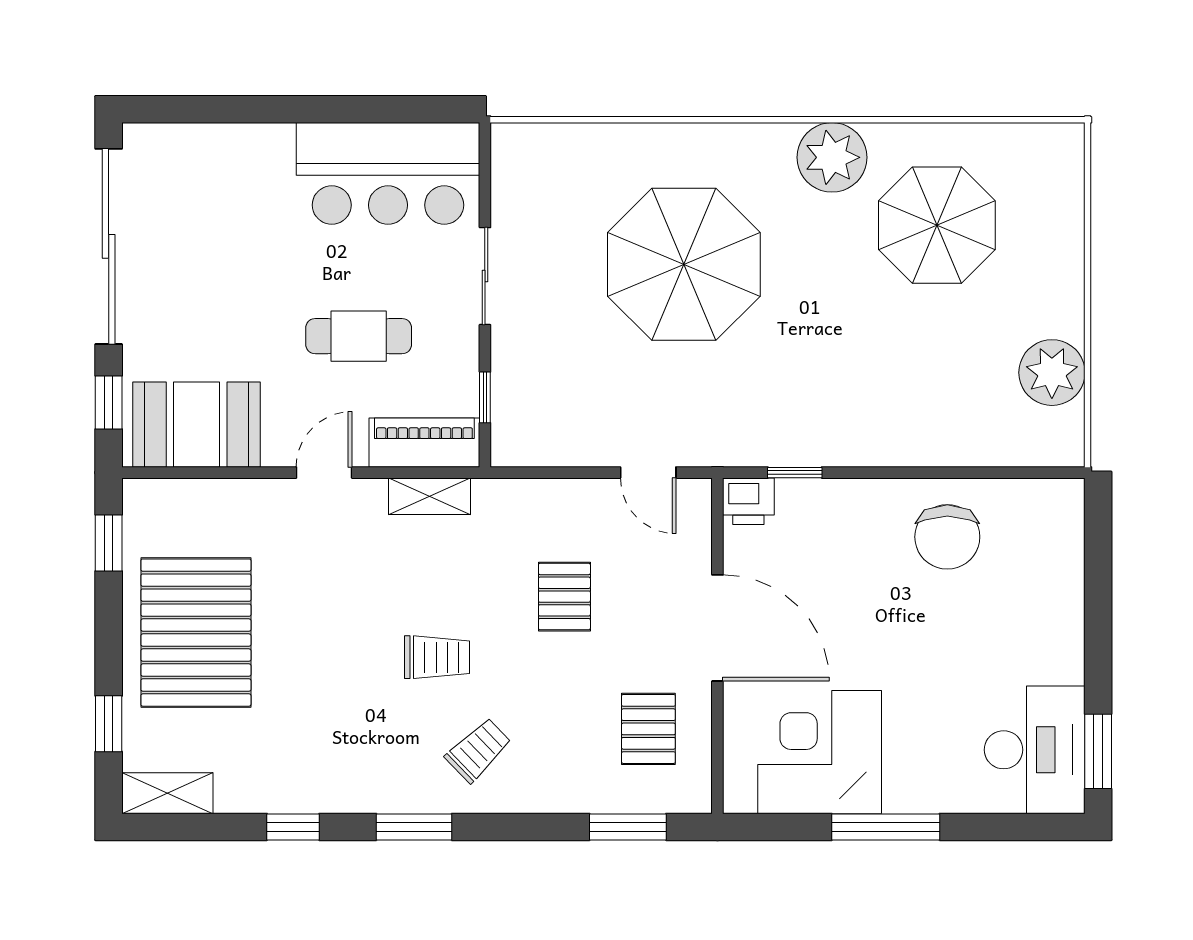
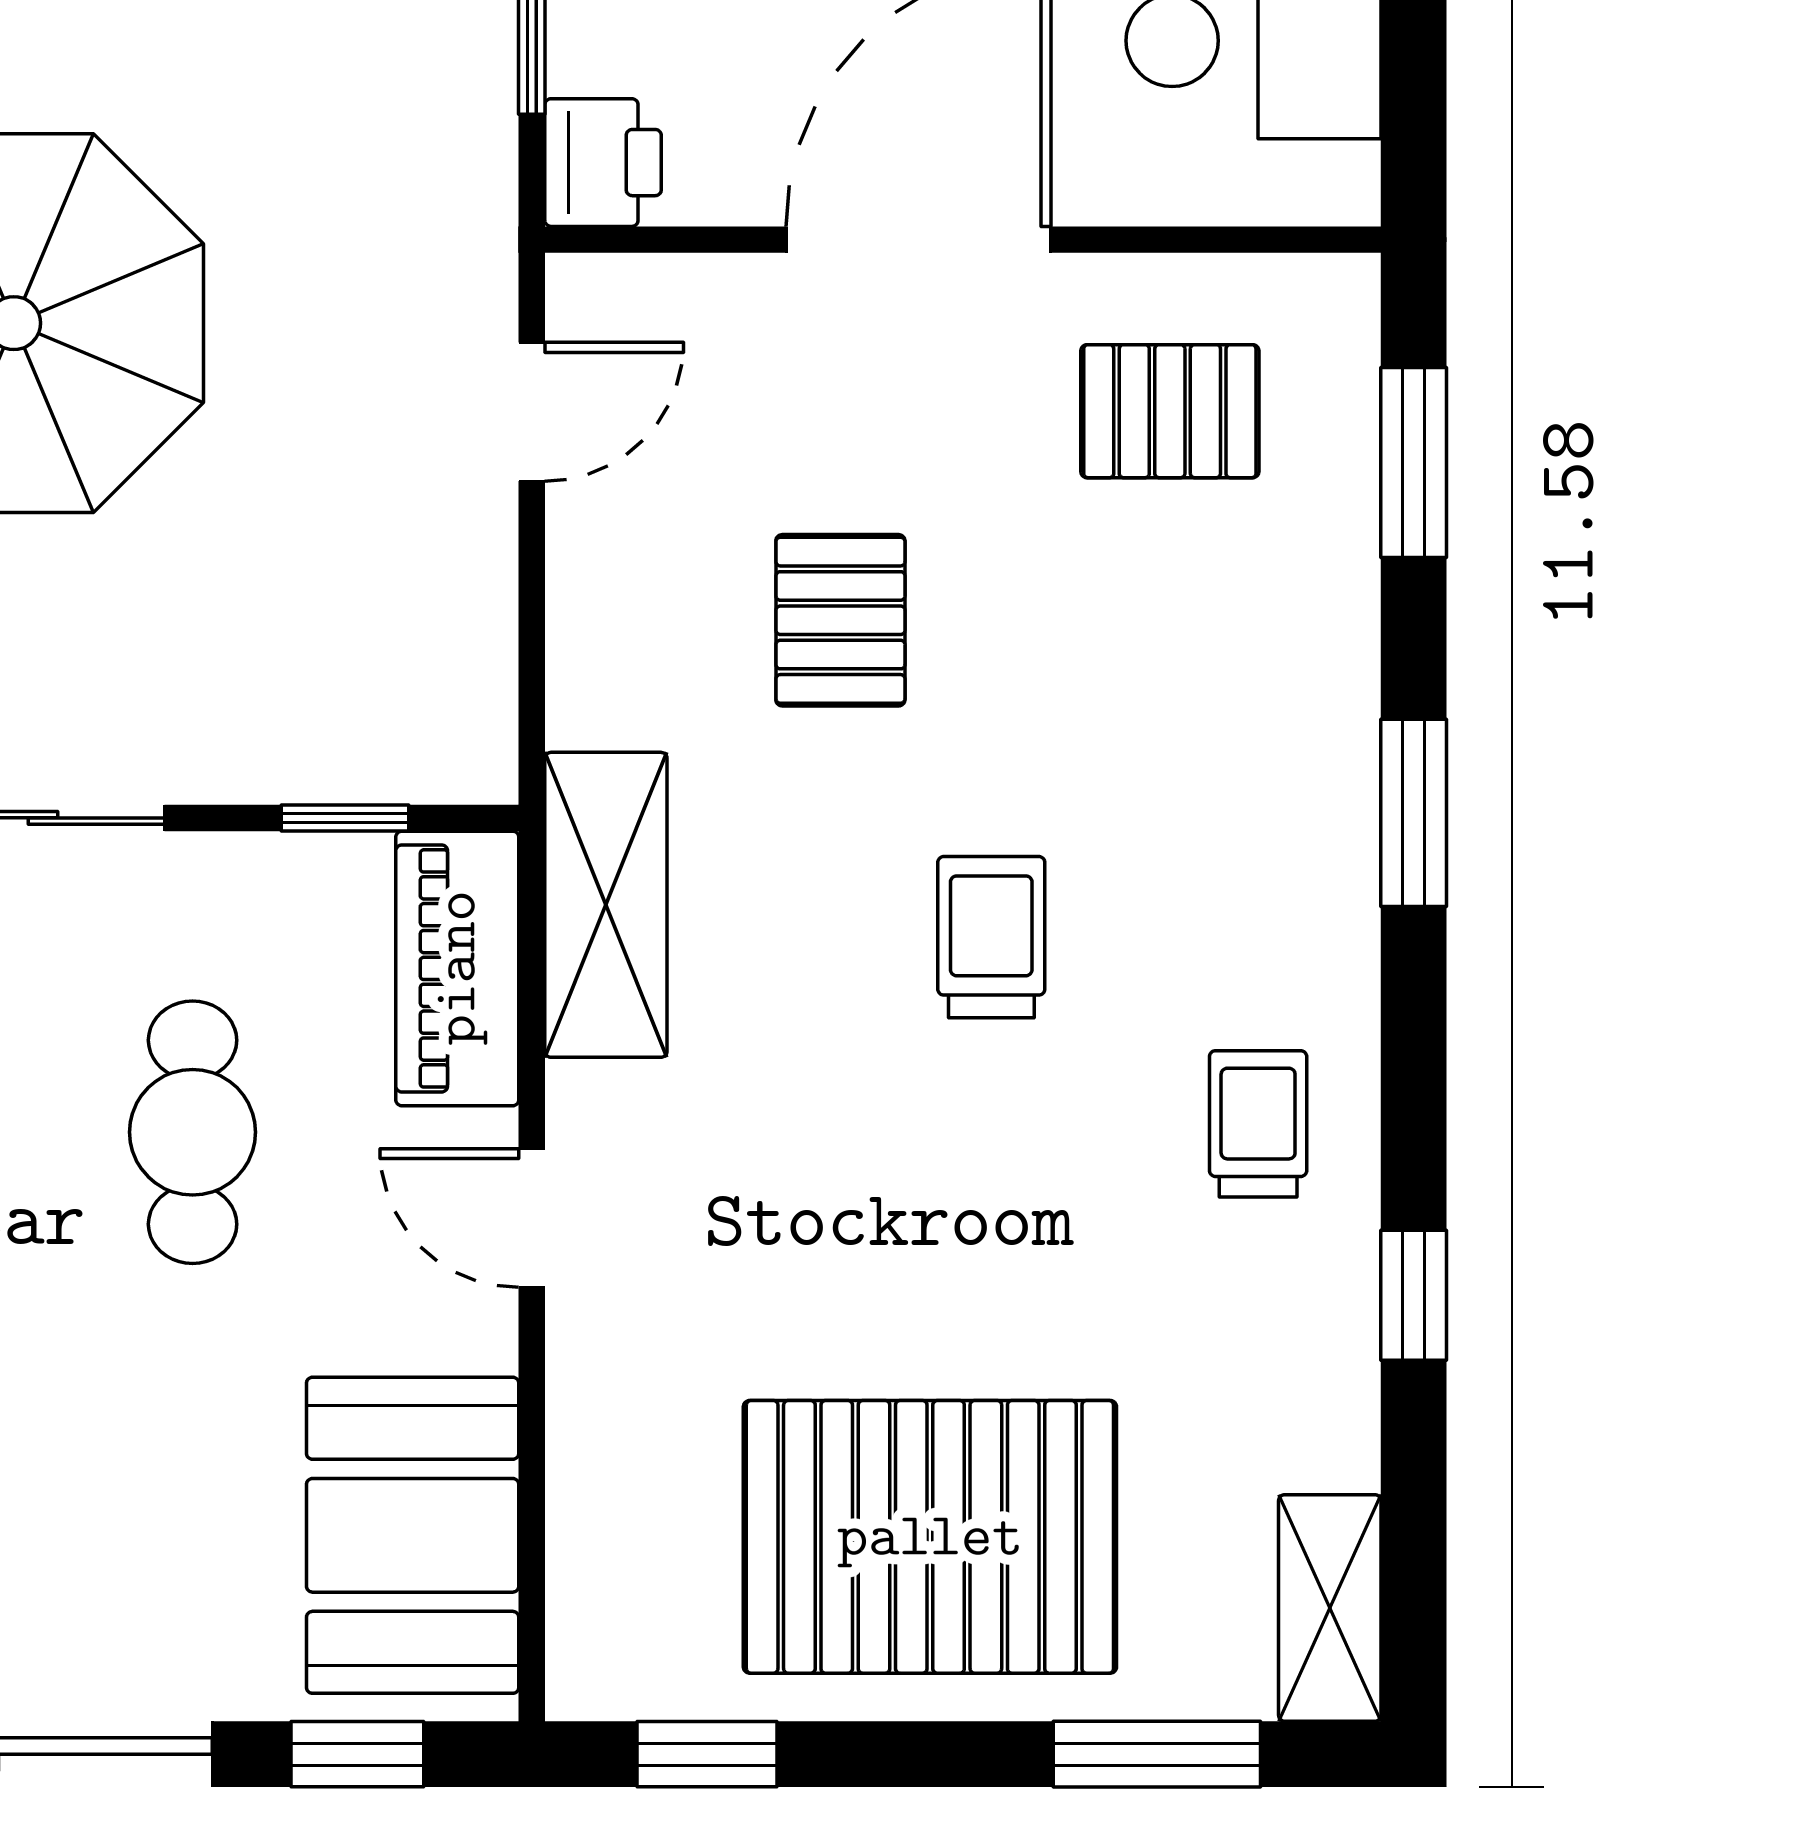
shelving: (430, 496) -> (606, 905), width x1.50, depth x1.33
pallet: (564, 597) -> (840, 620), turned 90
window: (109, 724) -> (1157, 1754), width x1.50
trolley: (478, 750) -> (1258, 1124), moved, turned 44
window: (414, 827) -> (1414, 813), moved

